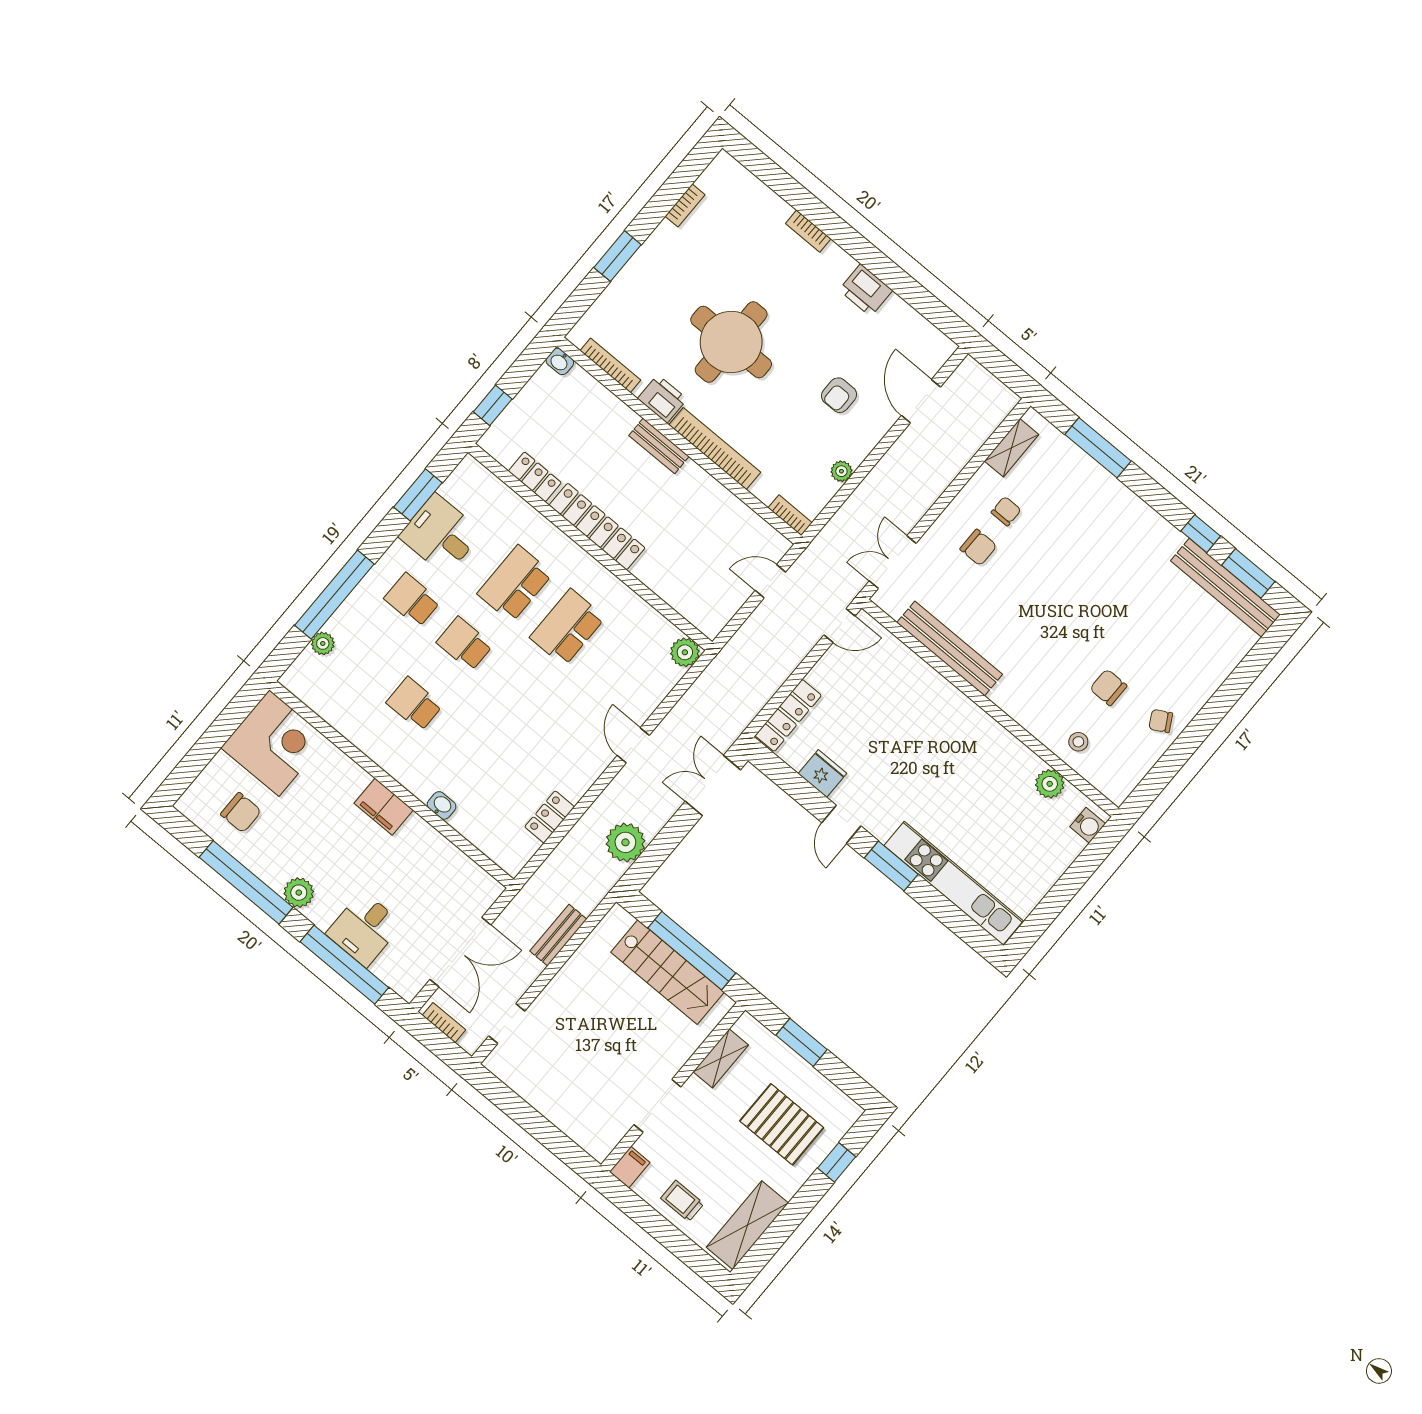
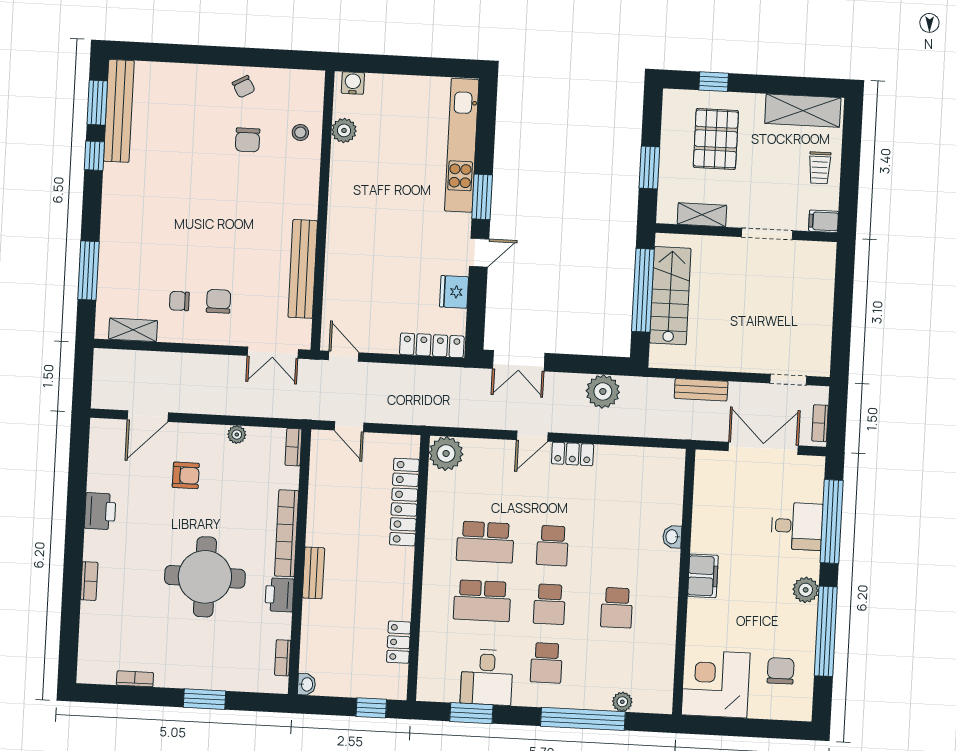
bookcase: (610, 365) -> (283, 658), width x0.64
locker: (597, 527) -> (404, 502), moved
plant: (685, 652) -> (446, 453), width x1.36, depth x1.36
school desk: (517, 688) -> (553, 546), added
locker: (550, 817) -> (573, 454), moved

